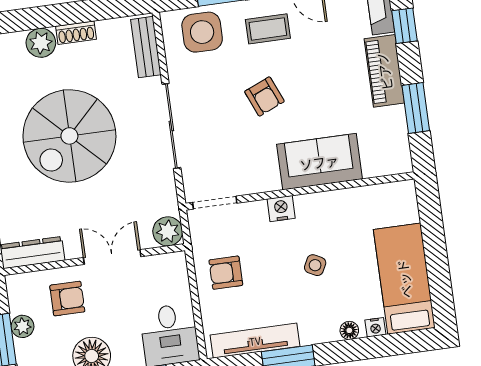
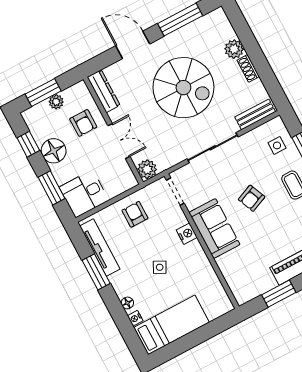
side table: (202, 32) -> (277, 145), width x0.54, depth x0.54
spiral stairs: (69, 136) -> (183, 88), turned 180
sofa: (319, 162) -> (214, 228), moved

